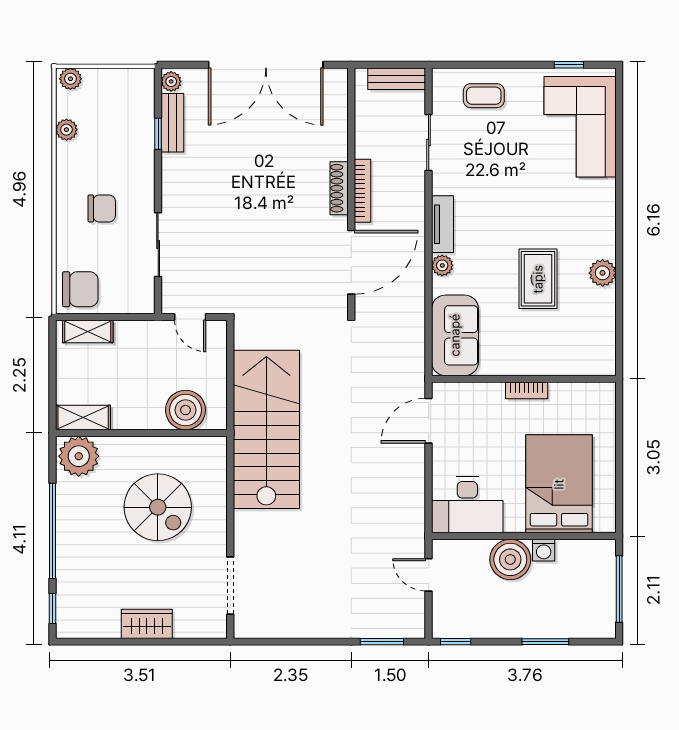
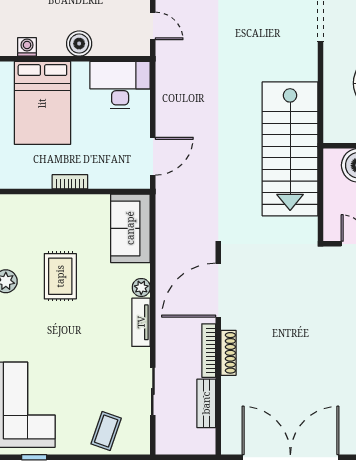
bench: (397, 79) -> (206, 403), moved, turned 90
coffee table: (484, 96) -> (106, 431), turned -71
washing machine: (544, 550) -> (27, 47), moved
boiler: (510, 559) -> (79, 44), width x0.73, depth x0.73

